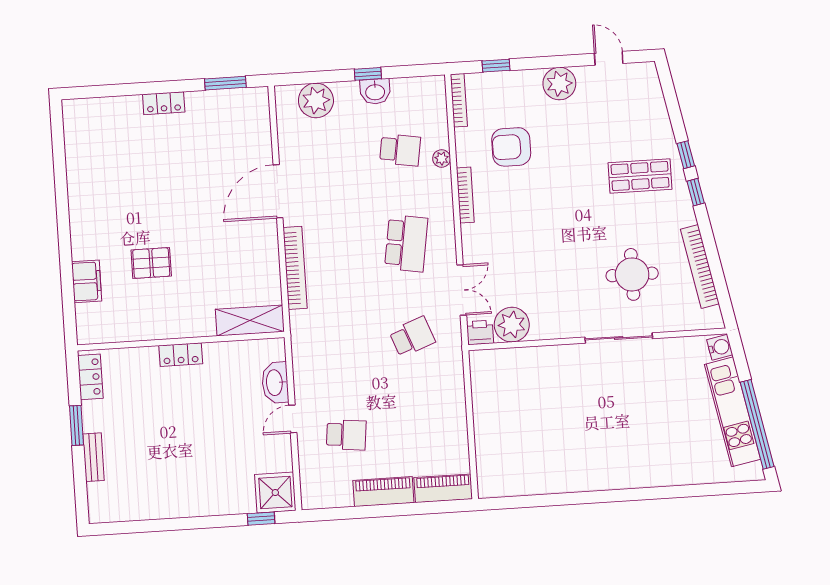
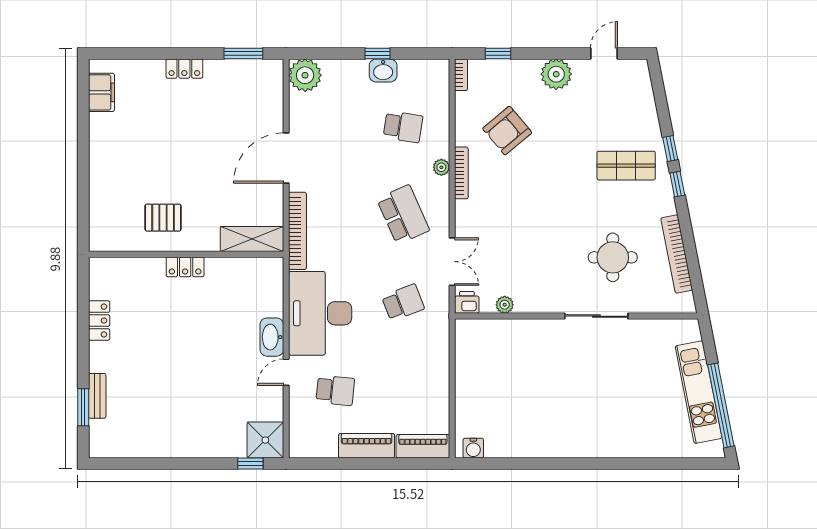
door: (609, 58) -> (604, 54), hinge flipped
plant: (316, 100) -> (305, 75), moved
bookcase: (459, 100) -> (461, 75), width x0.64
armchair: (511, 147) -> (507, 131), turned -40
plant: (442, 159) -> (441, 167), moved
school desk: (406, 243) -> (403, 215), turned -33
filing cabinet: (87, 281) -> (101, 92), moved
shelving: (250, 321) -> (252, 239), moved
plant: (512, 325) -> (505, 305), width x0.53, depth x0.53
wall: (181, 341) -> (186, 254), moved
water cooler: (720, 347) -> (473, 448), moved, turned 101
desk: (325, 354) -> (320, 313), added
locker: (181, 355) -> (185, 267), moved
window: (77, 425) -> (83, 407), moved

